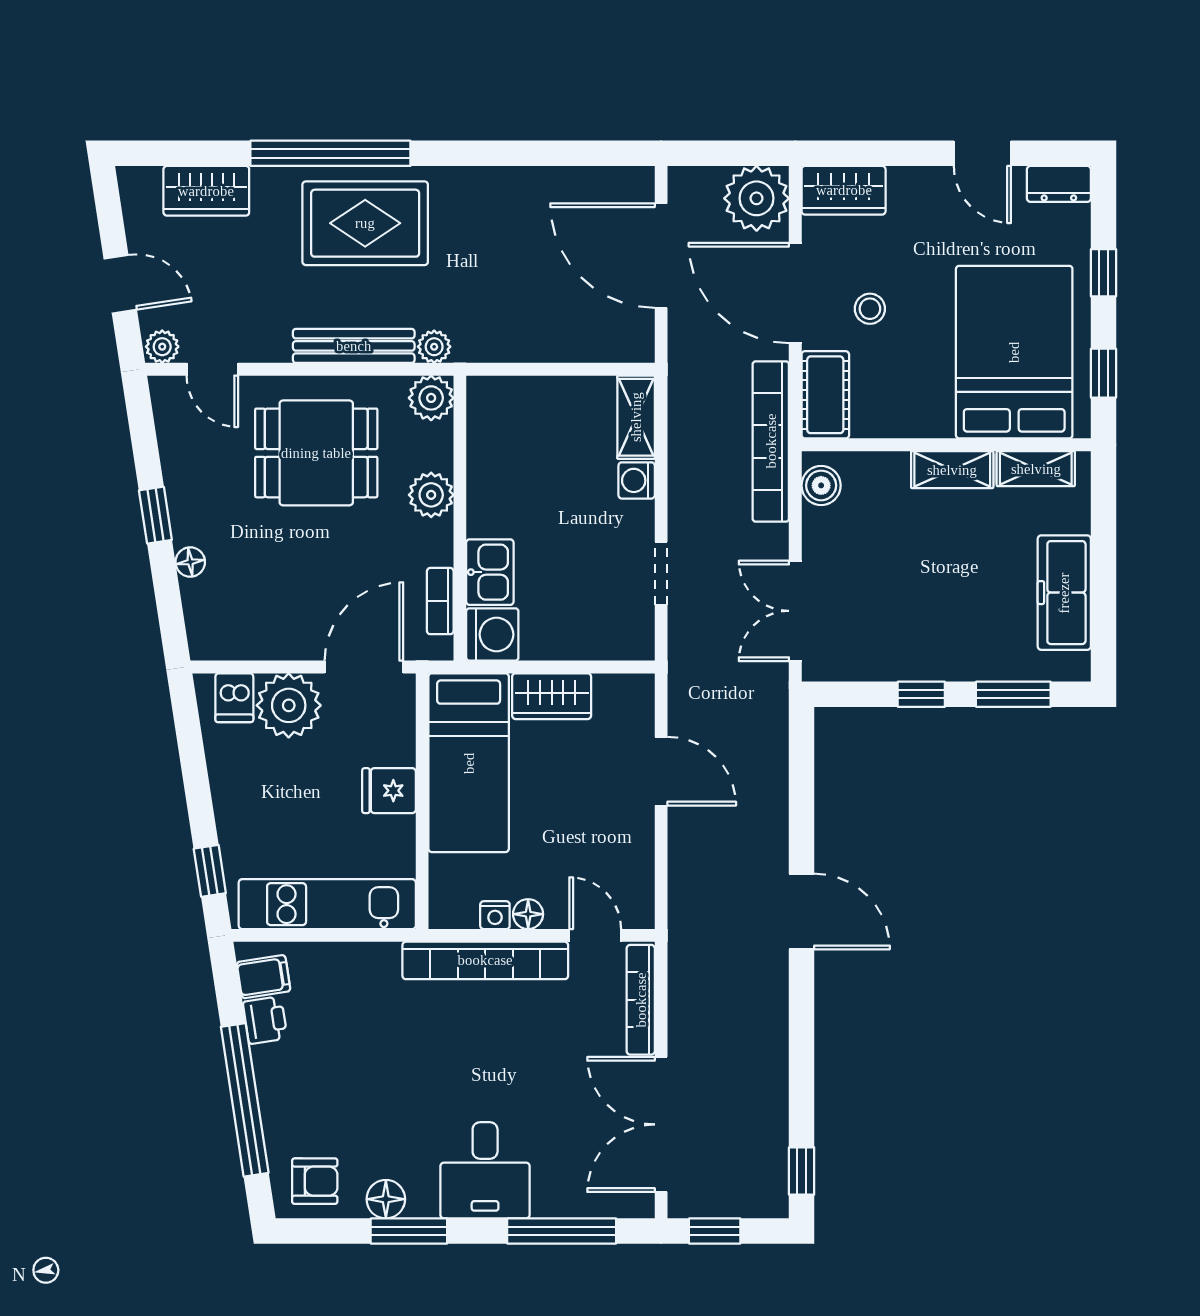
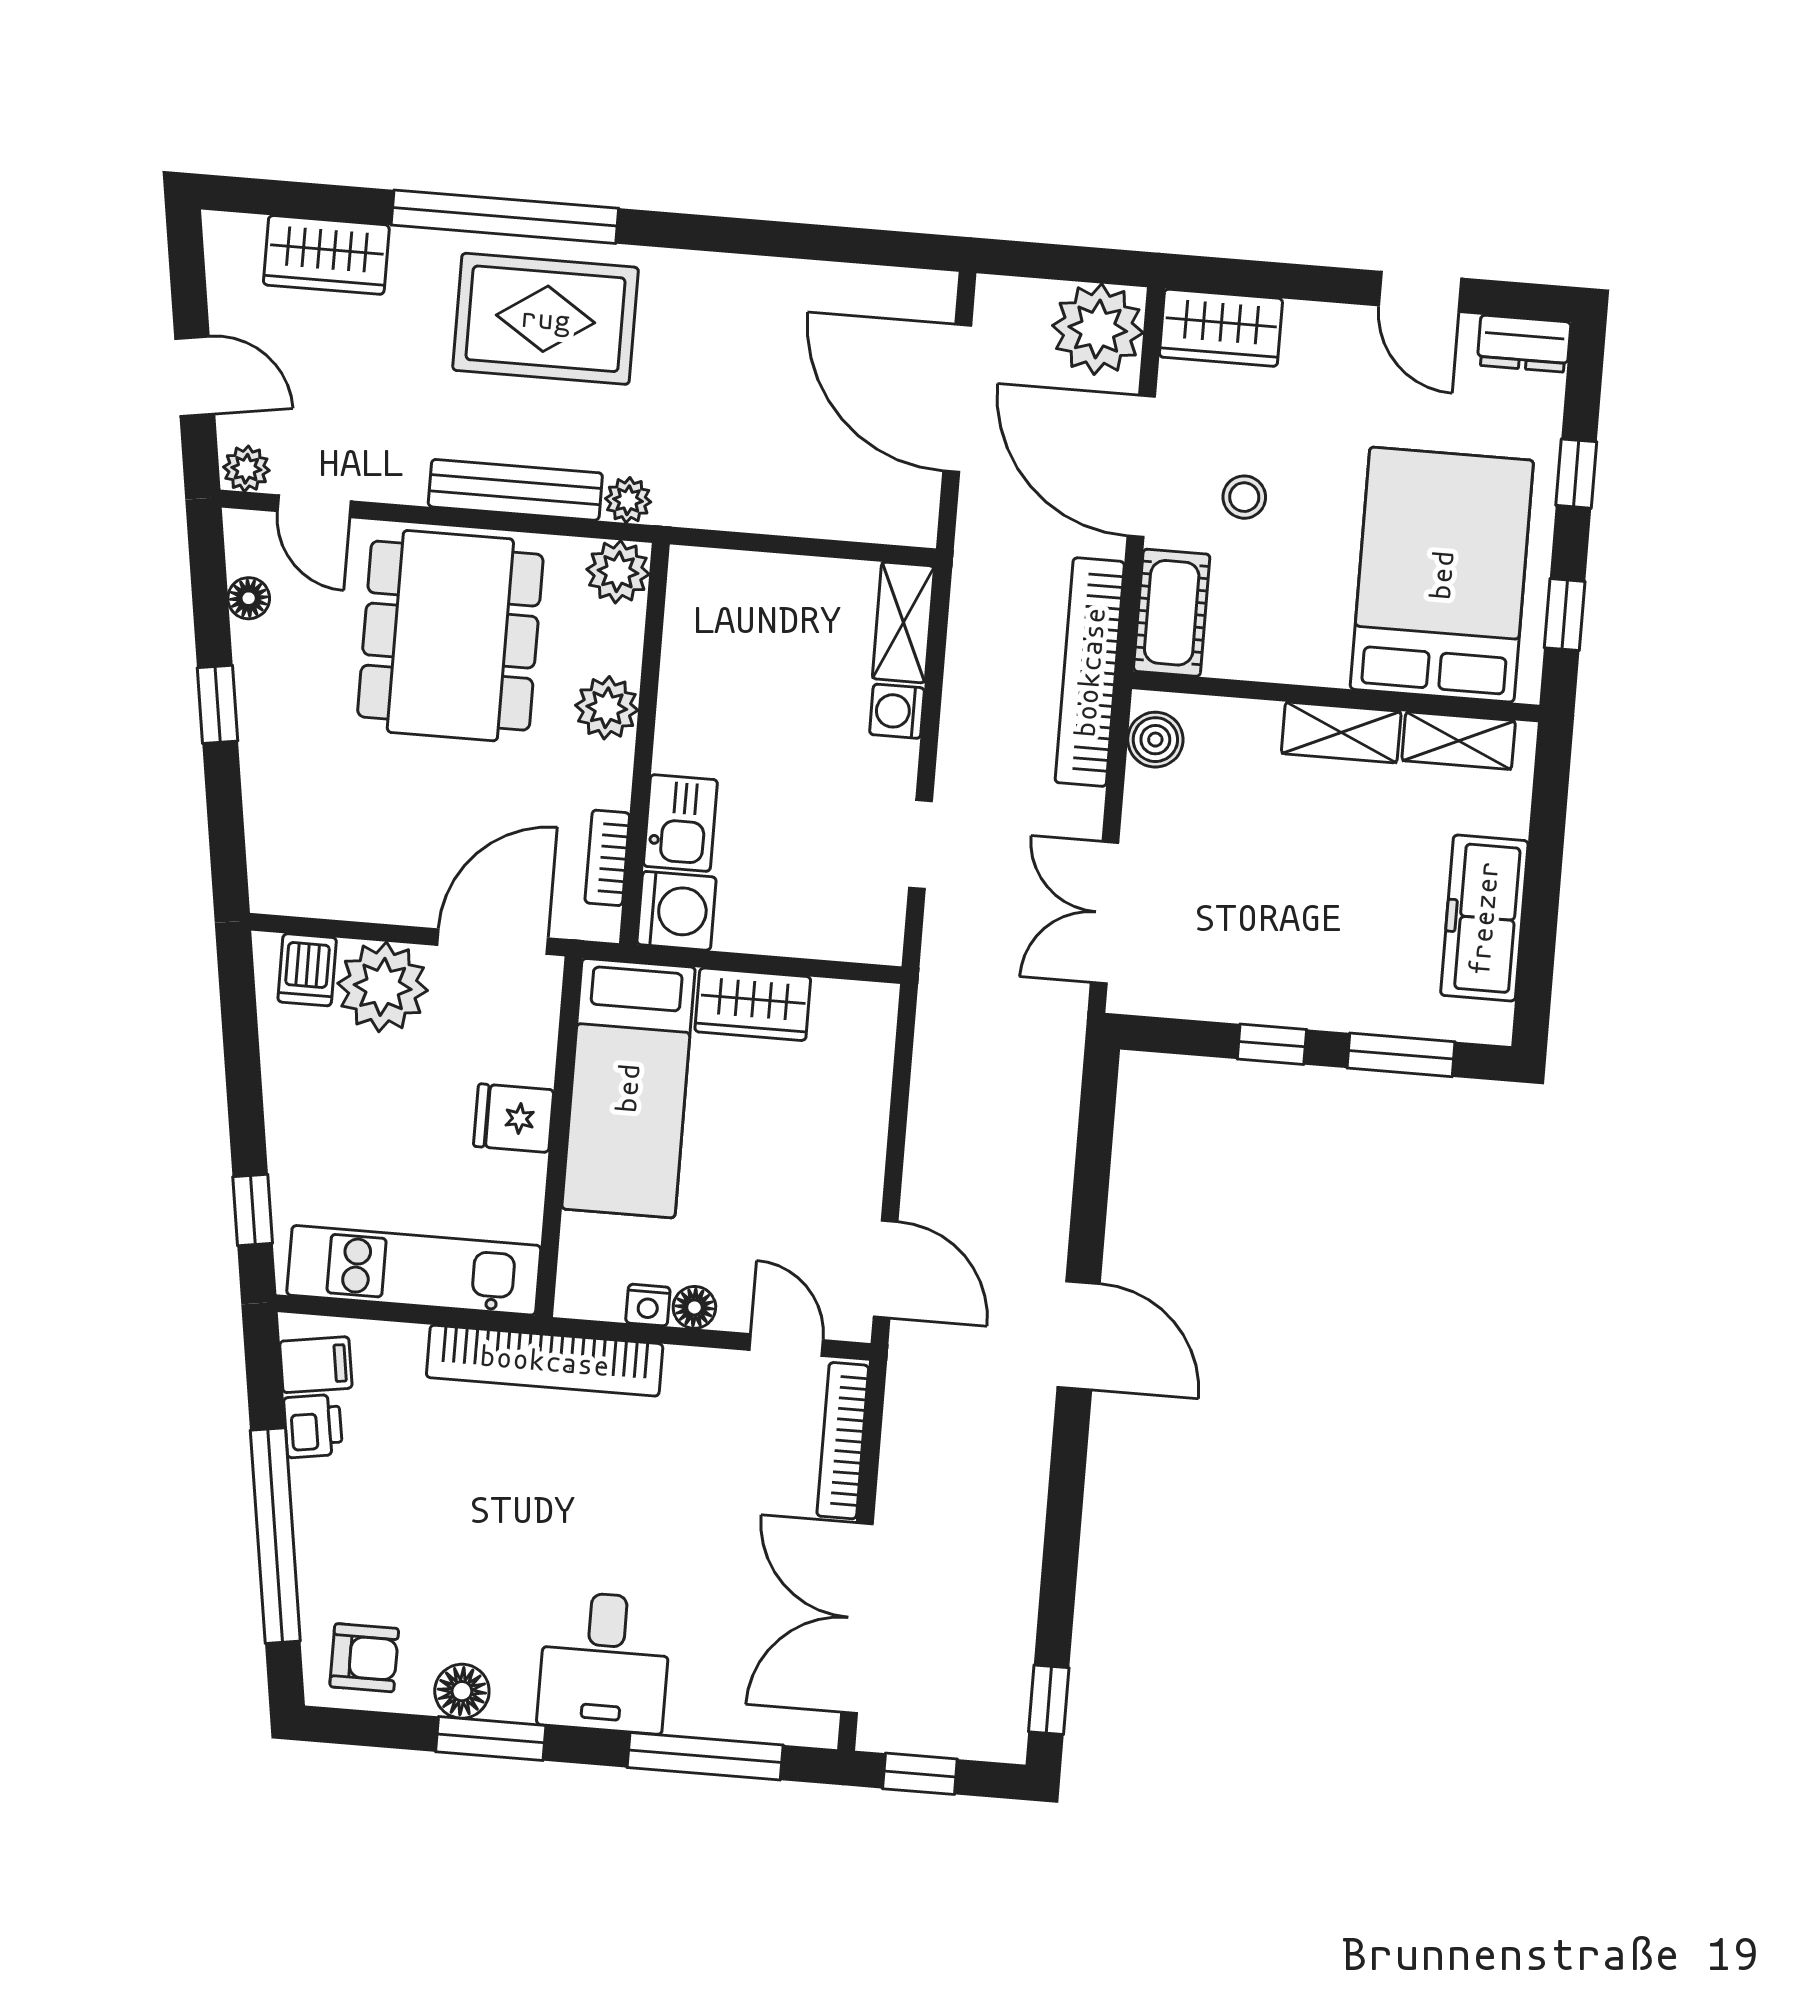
dining table: (316, 453) -> (450, 636), width x1.38
floor lamp: (190, 562) -> (249, 598), moved
door: (661, 771) -> (886, 1269), moved
bookcase: (485, 960) -> (545, 1361), moved

